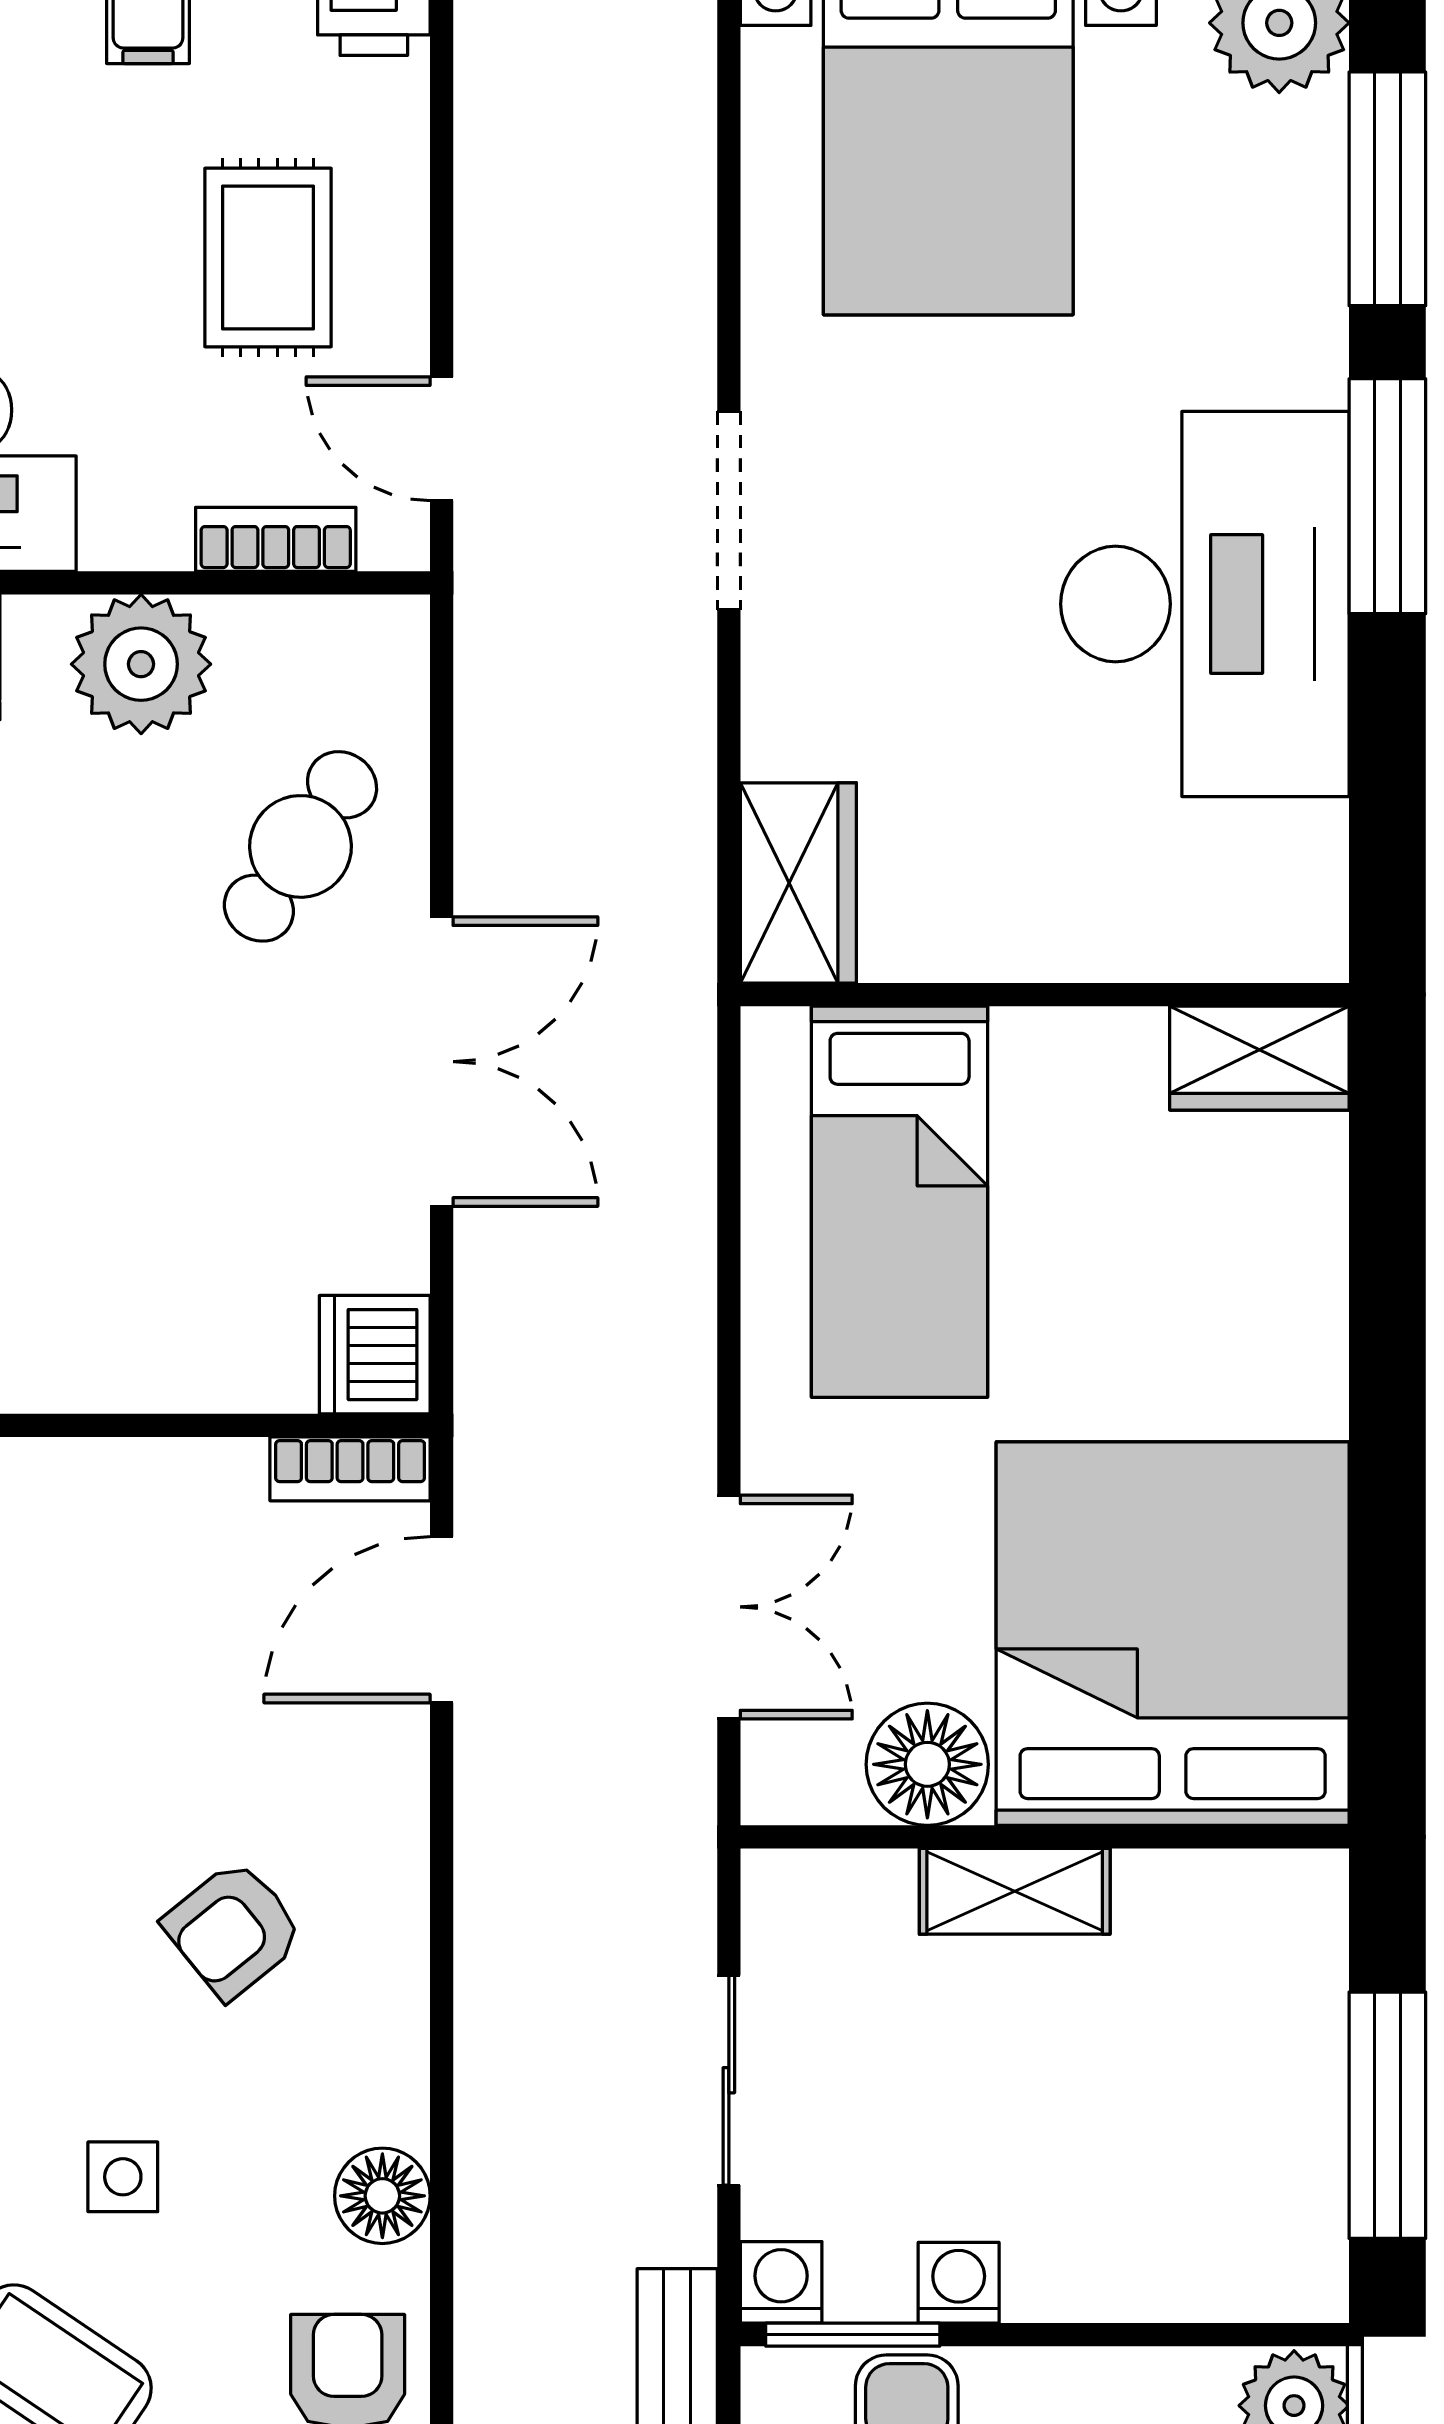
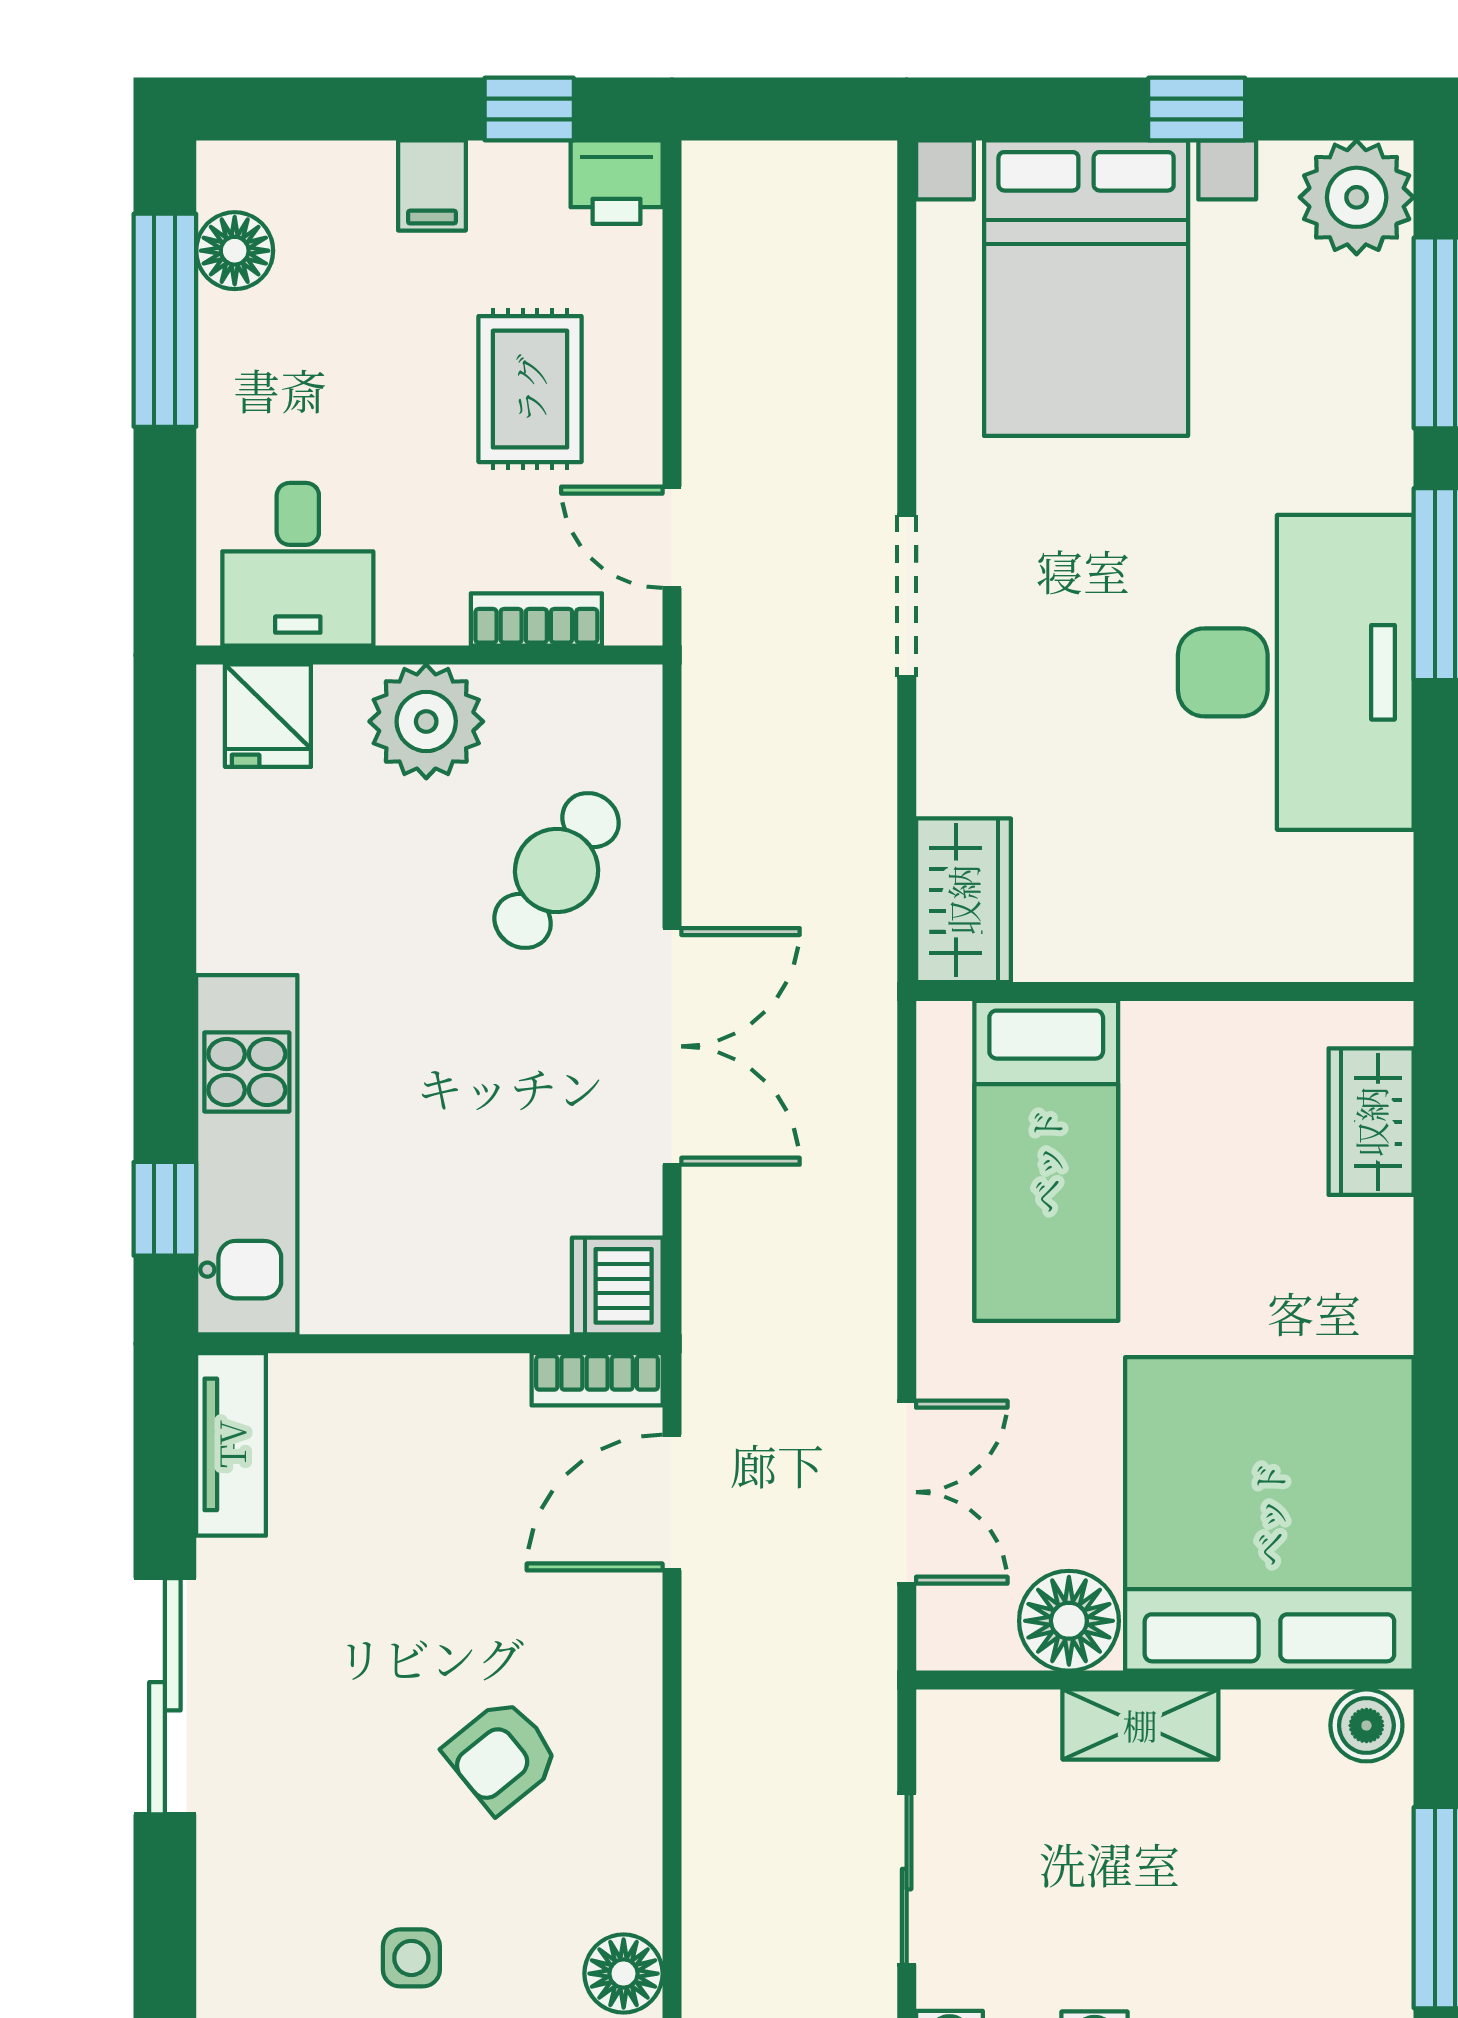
wardrobe: (1259, 1058) -> (1371, 1122), moved, turned 90
boiler: (1291, 1892) -> (1366, 1725), added

